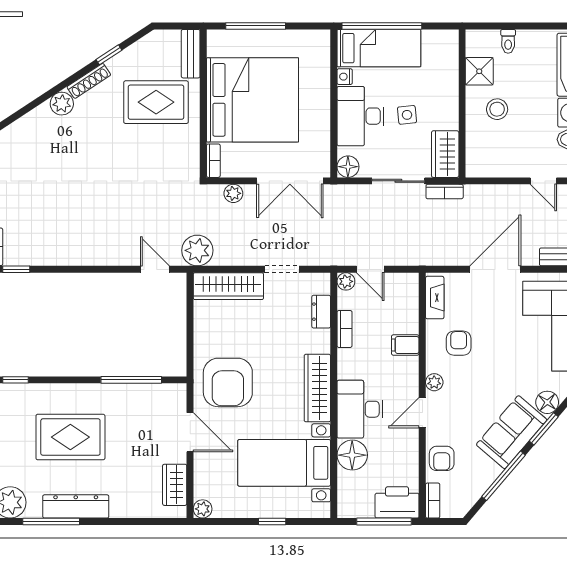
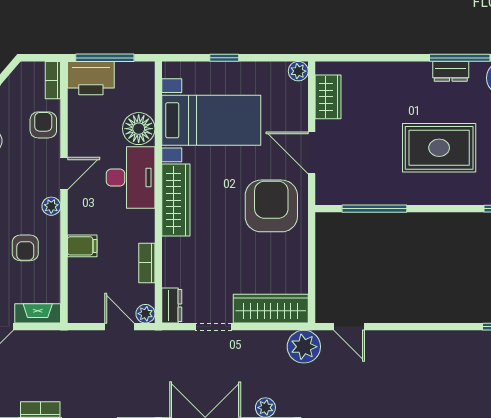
fireplace: (435, 298) -> (38, 313), moved, turned 90
dresser: (321, 312) -> (172, 305), moved
dresser: (76, 506) -> (451, 71), width x0.51, depth x0.80

